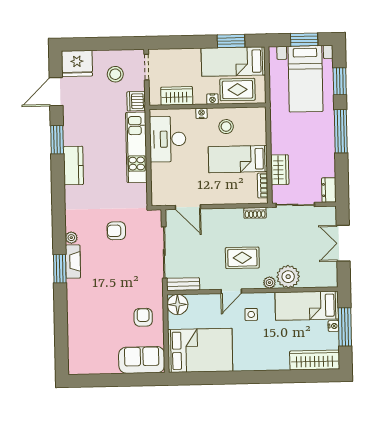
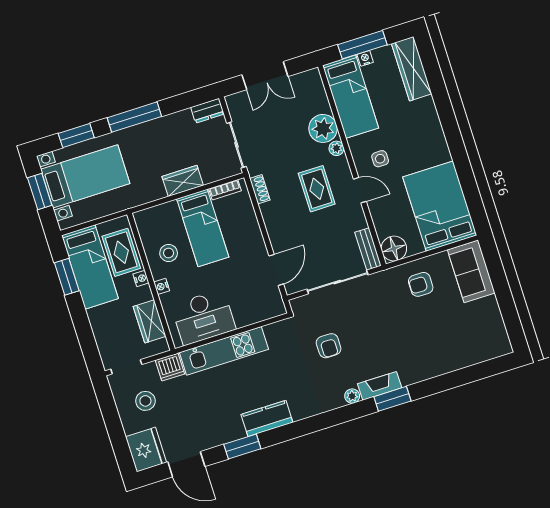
wardrobe: (280, 170) -> (183, 181), moved

